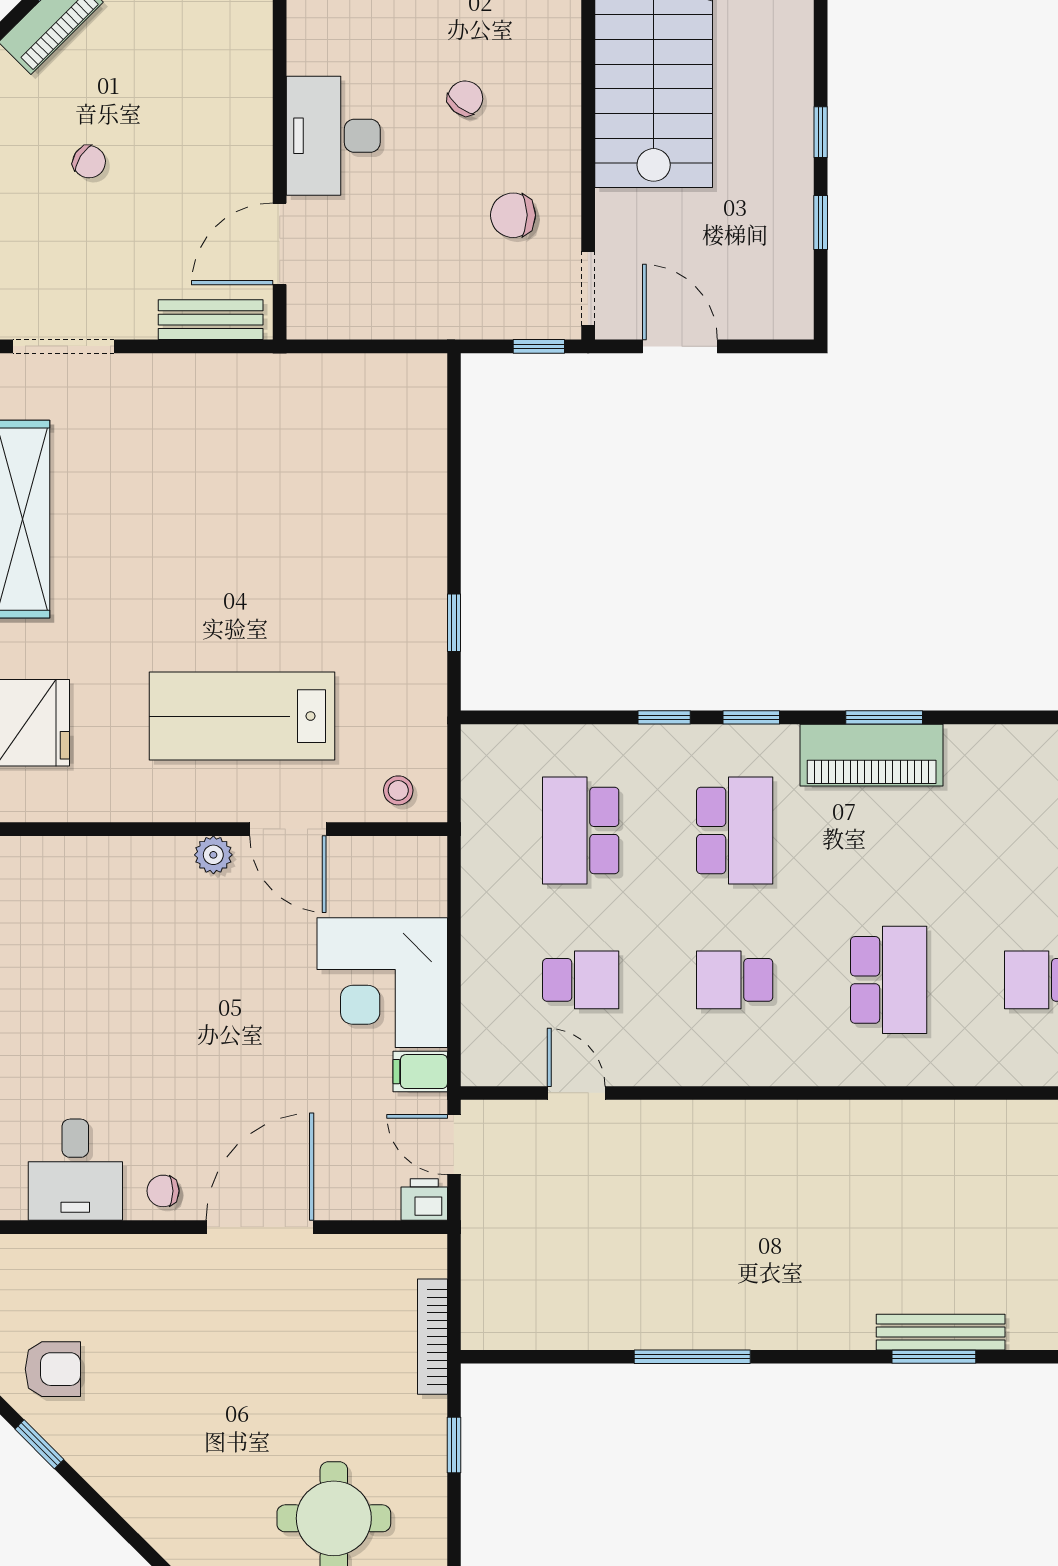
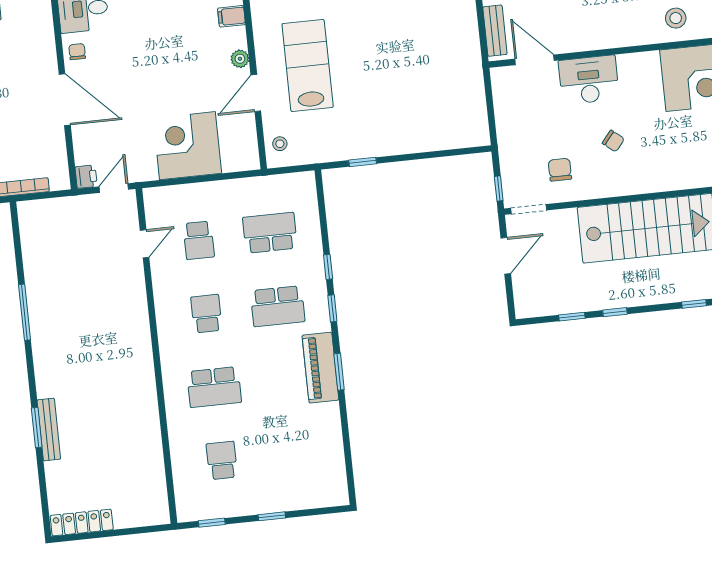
filing cabinet: (420, 1072) -> (231, 16), moved, turned -90

